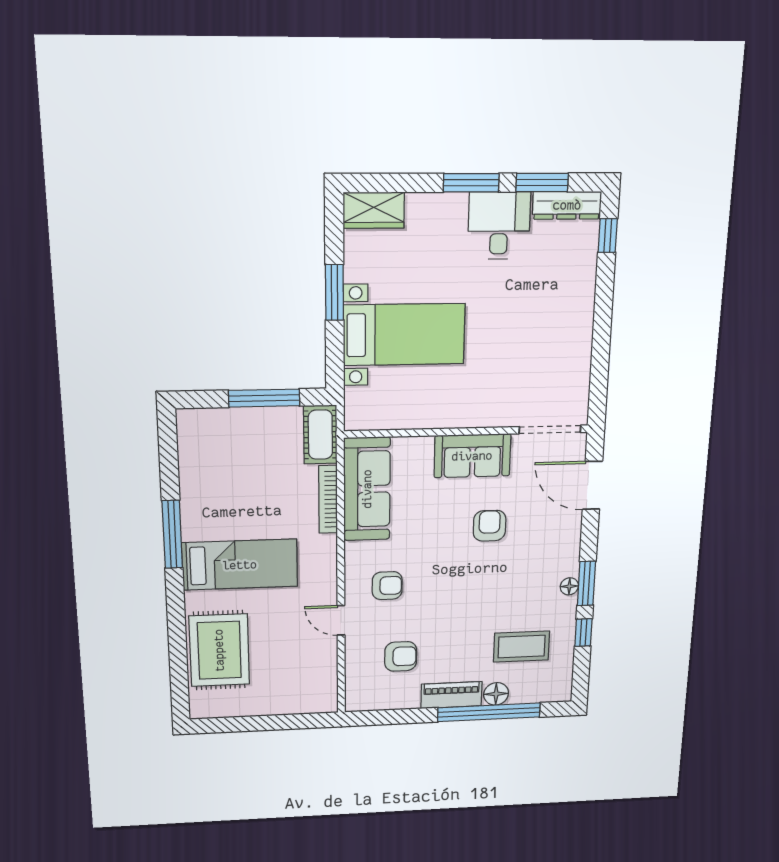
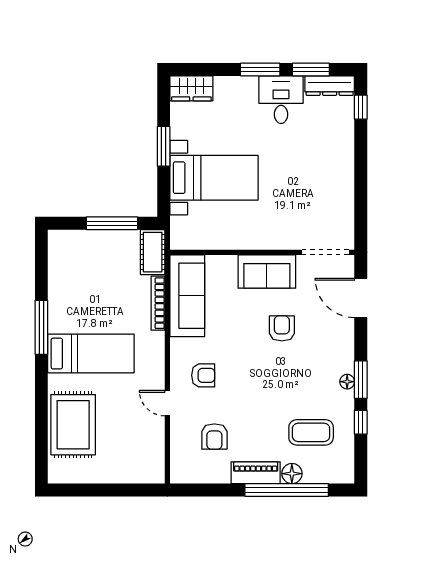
armchair: (401, 656) -> (214, 437), turned 90

